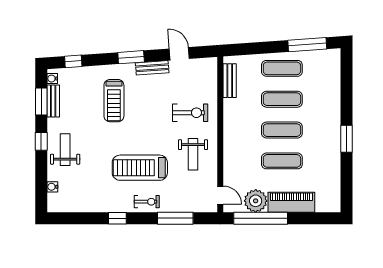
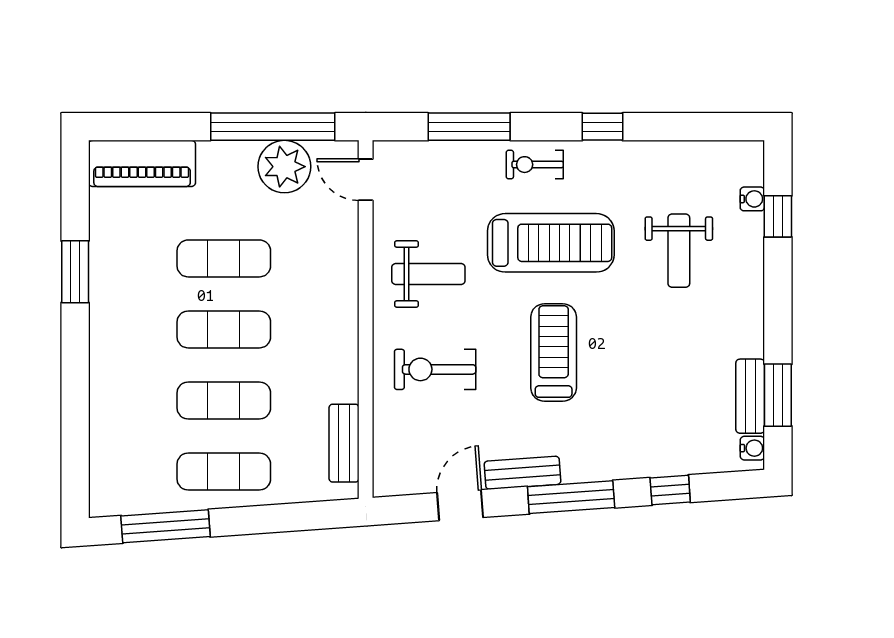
door: (179, 54) -> (460, 505), swing flipped
window: (131, 57) -> (571, 497), width x1.44
window: (73, 61) -> (670, 490), moved
treadmill: (114, 101) -> (554, 352), moved
window: (347, 139) -> (75, 272), moved
window: (41, 141) -> (778, 216), moved
weight bench: (65, 150) -> (679, 251), moved
weight bench: (193, 154) -> (428, 274), turned 90
piano: (291, 202) -> (142, 163), moved

